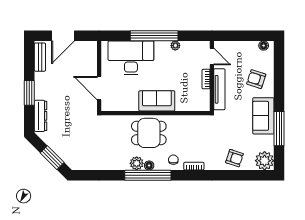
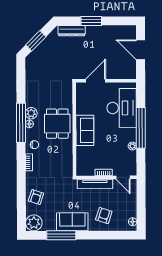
bench: (40, 57) -> (122, 30), removed
door: (212, 57) -> (123, 177), hinge flipped

